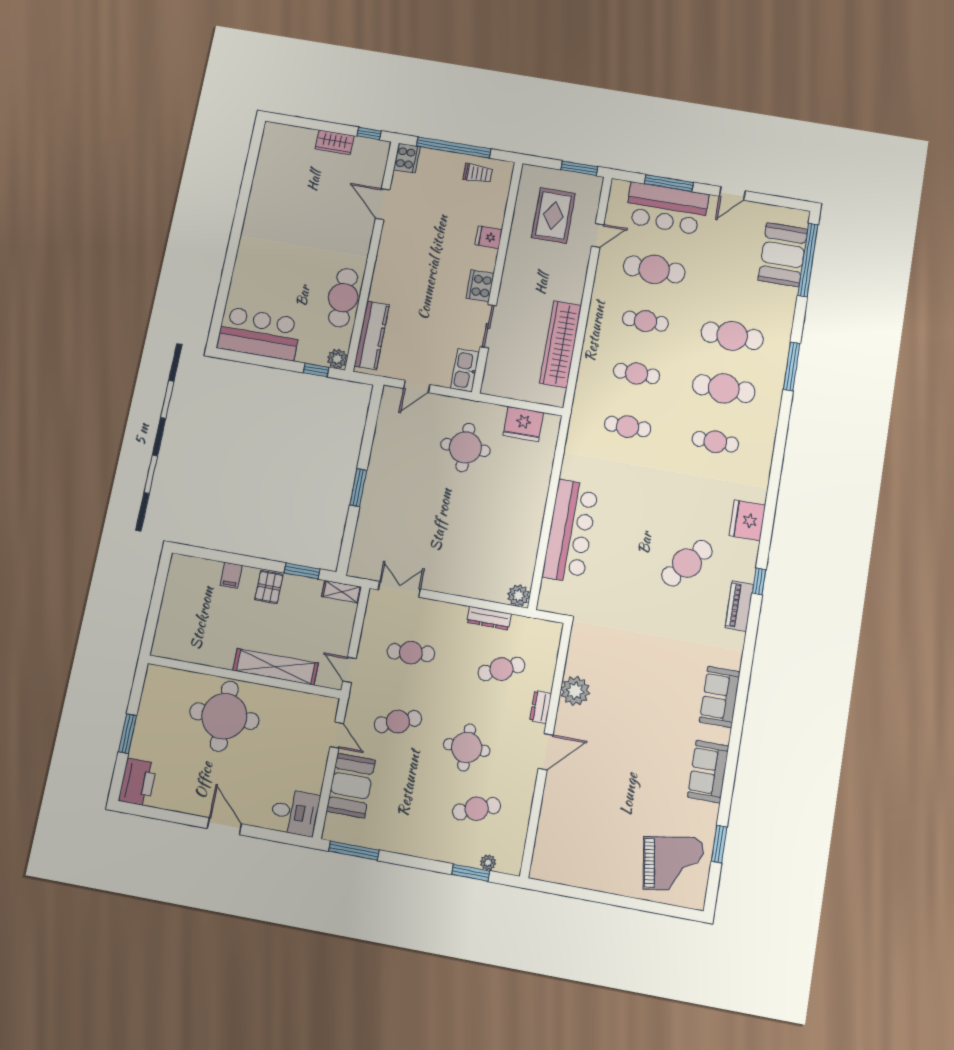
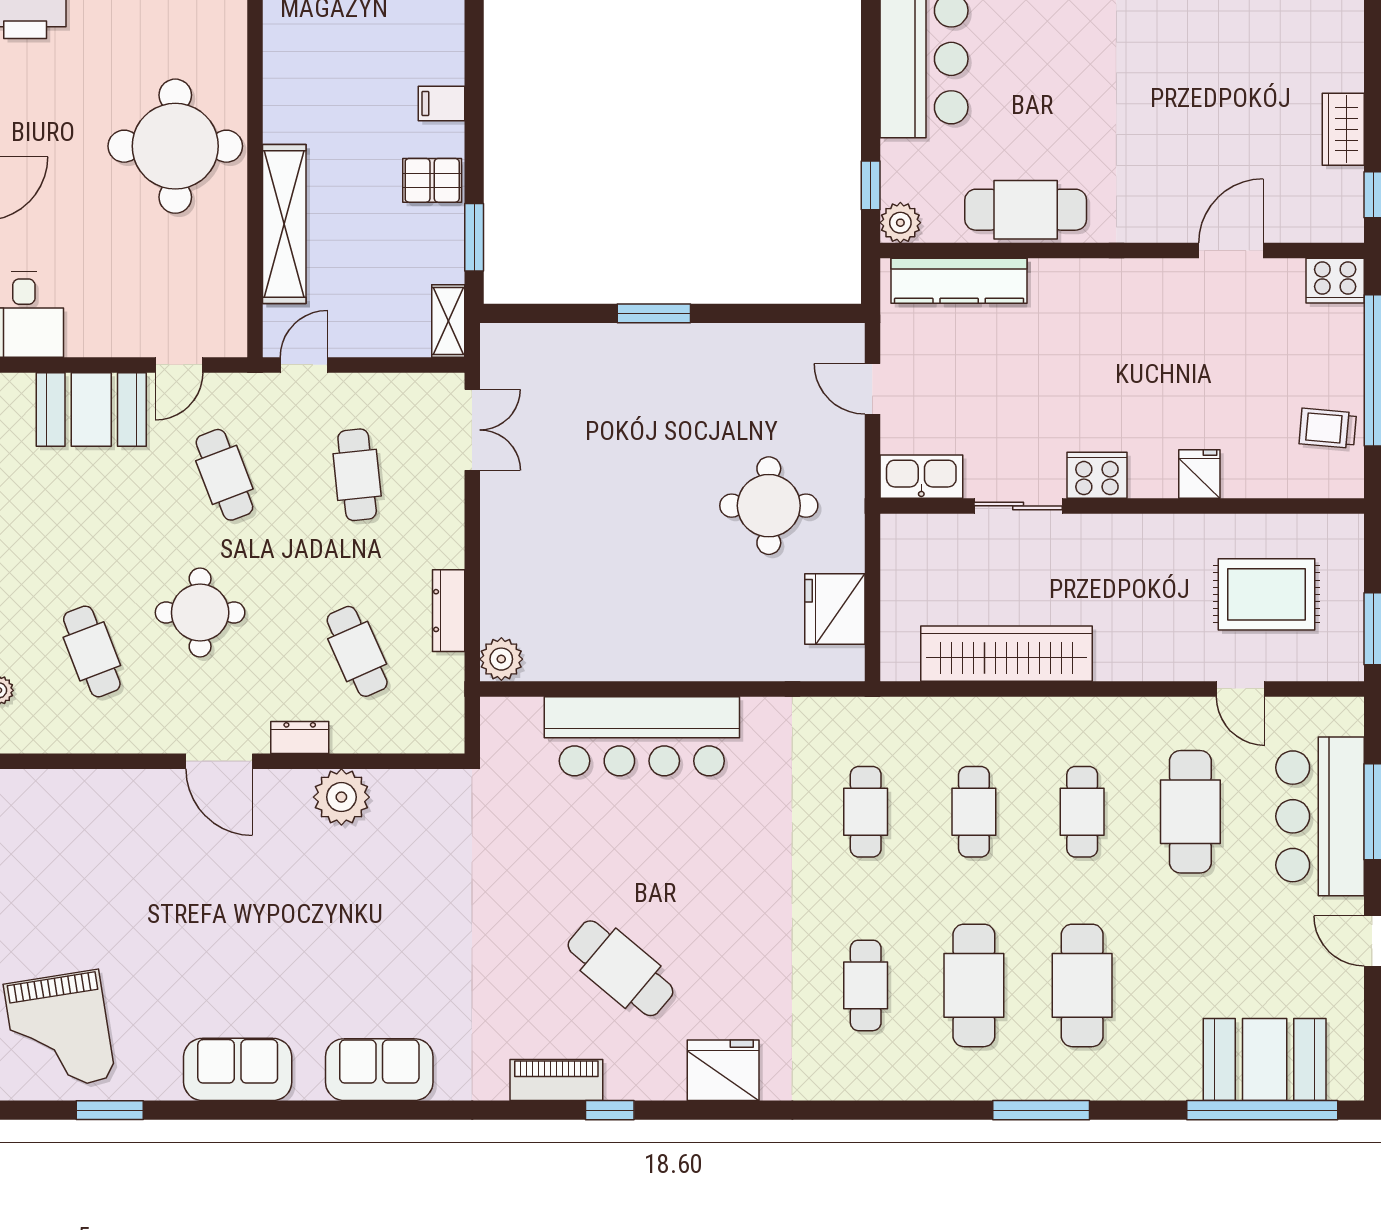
trolley: (478, 173) -> (1328, 428), turned 95

